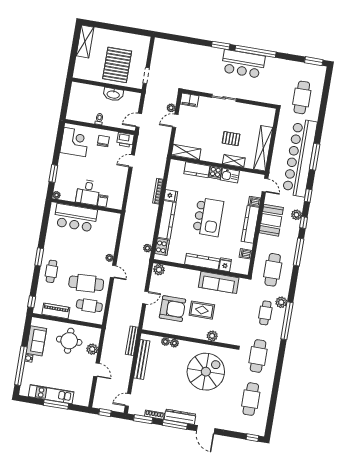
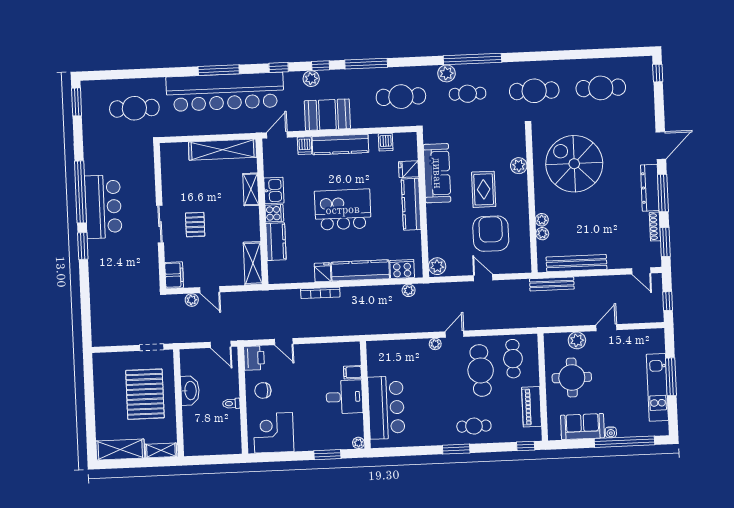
pallet: (117, 65) -> (145, 394), turned 90
shelving: (79, 67) -> (161, 450), added
pallet: (231, 139) -> (195, 225), moved

